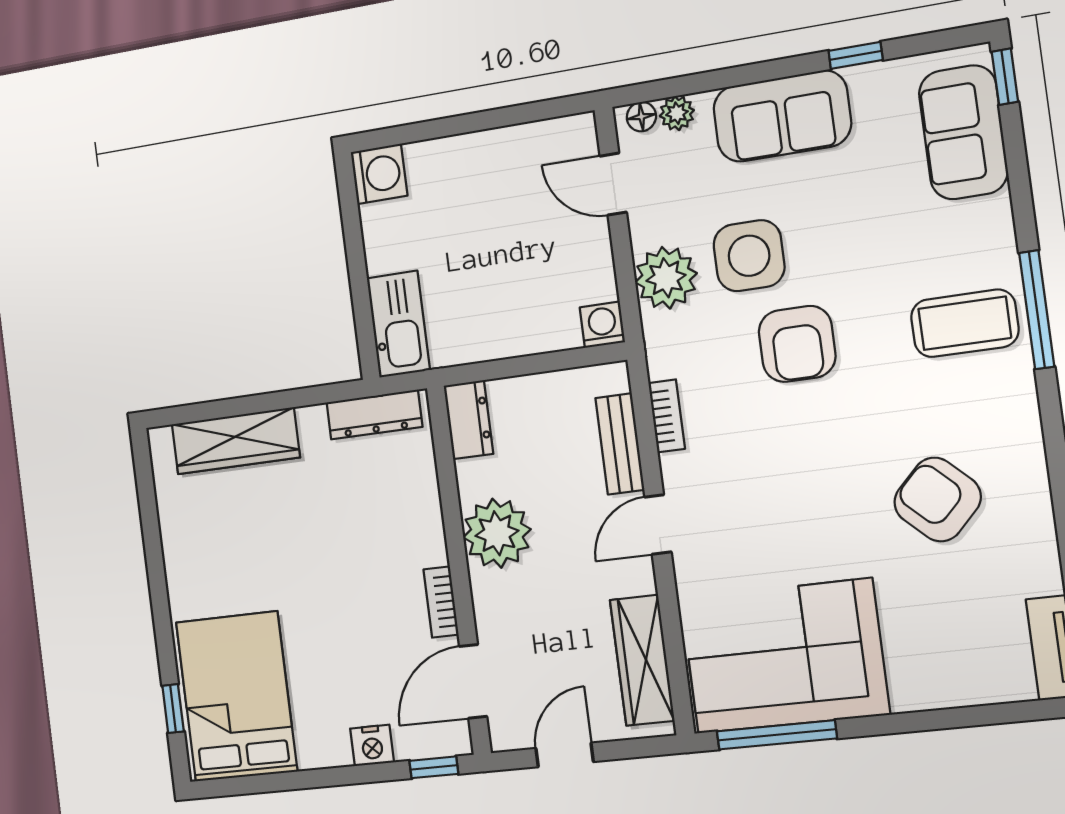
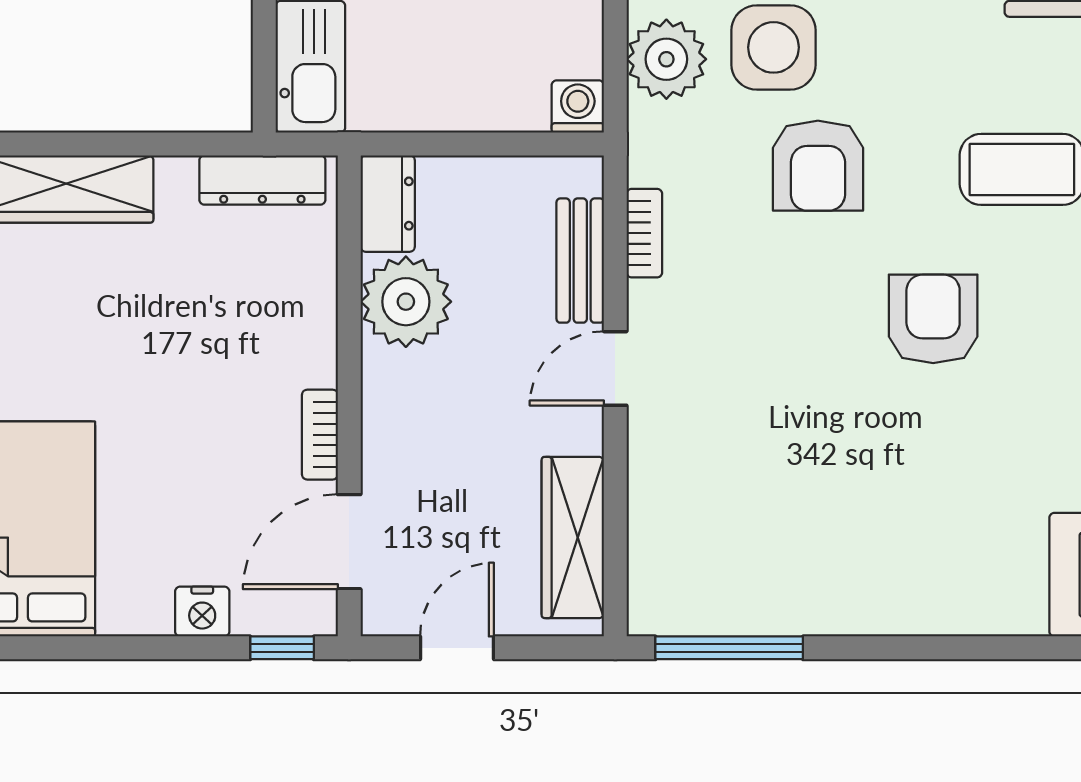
armchair: (938, 499) -> (933, 319), moved, turned 46
plant: (497, 533) -> (406, 302), moved
corner sofa: (784, 656) -> (752, 551), removed

